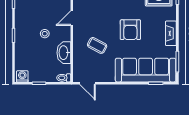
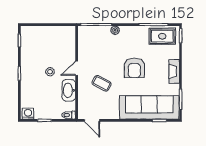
door: (72, 18) -> (77, 68), moved

